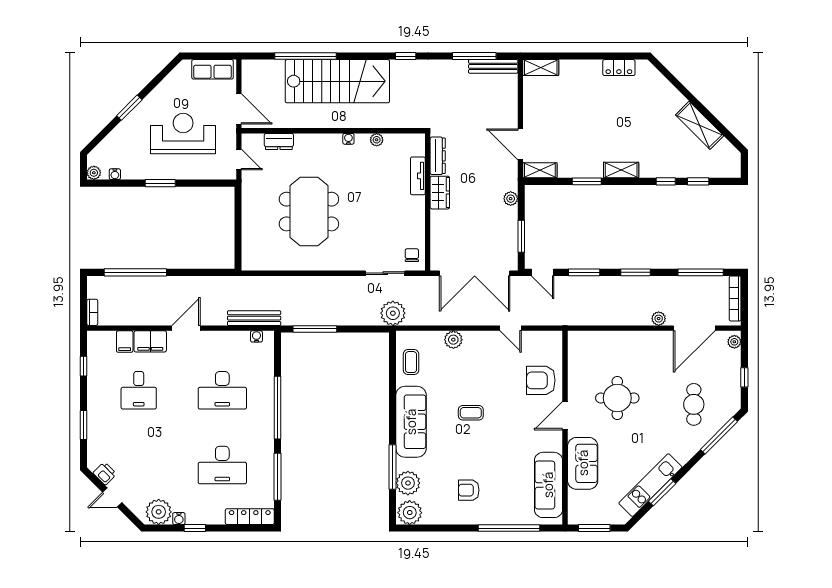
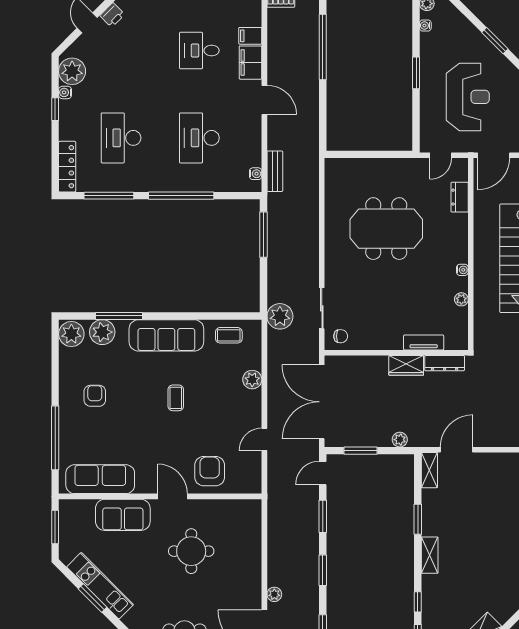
bench: (254, 318) -> (275, 171), width x0.73

